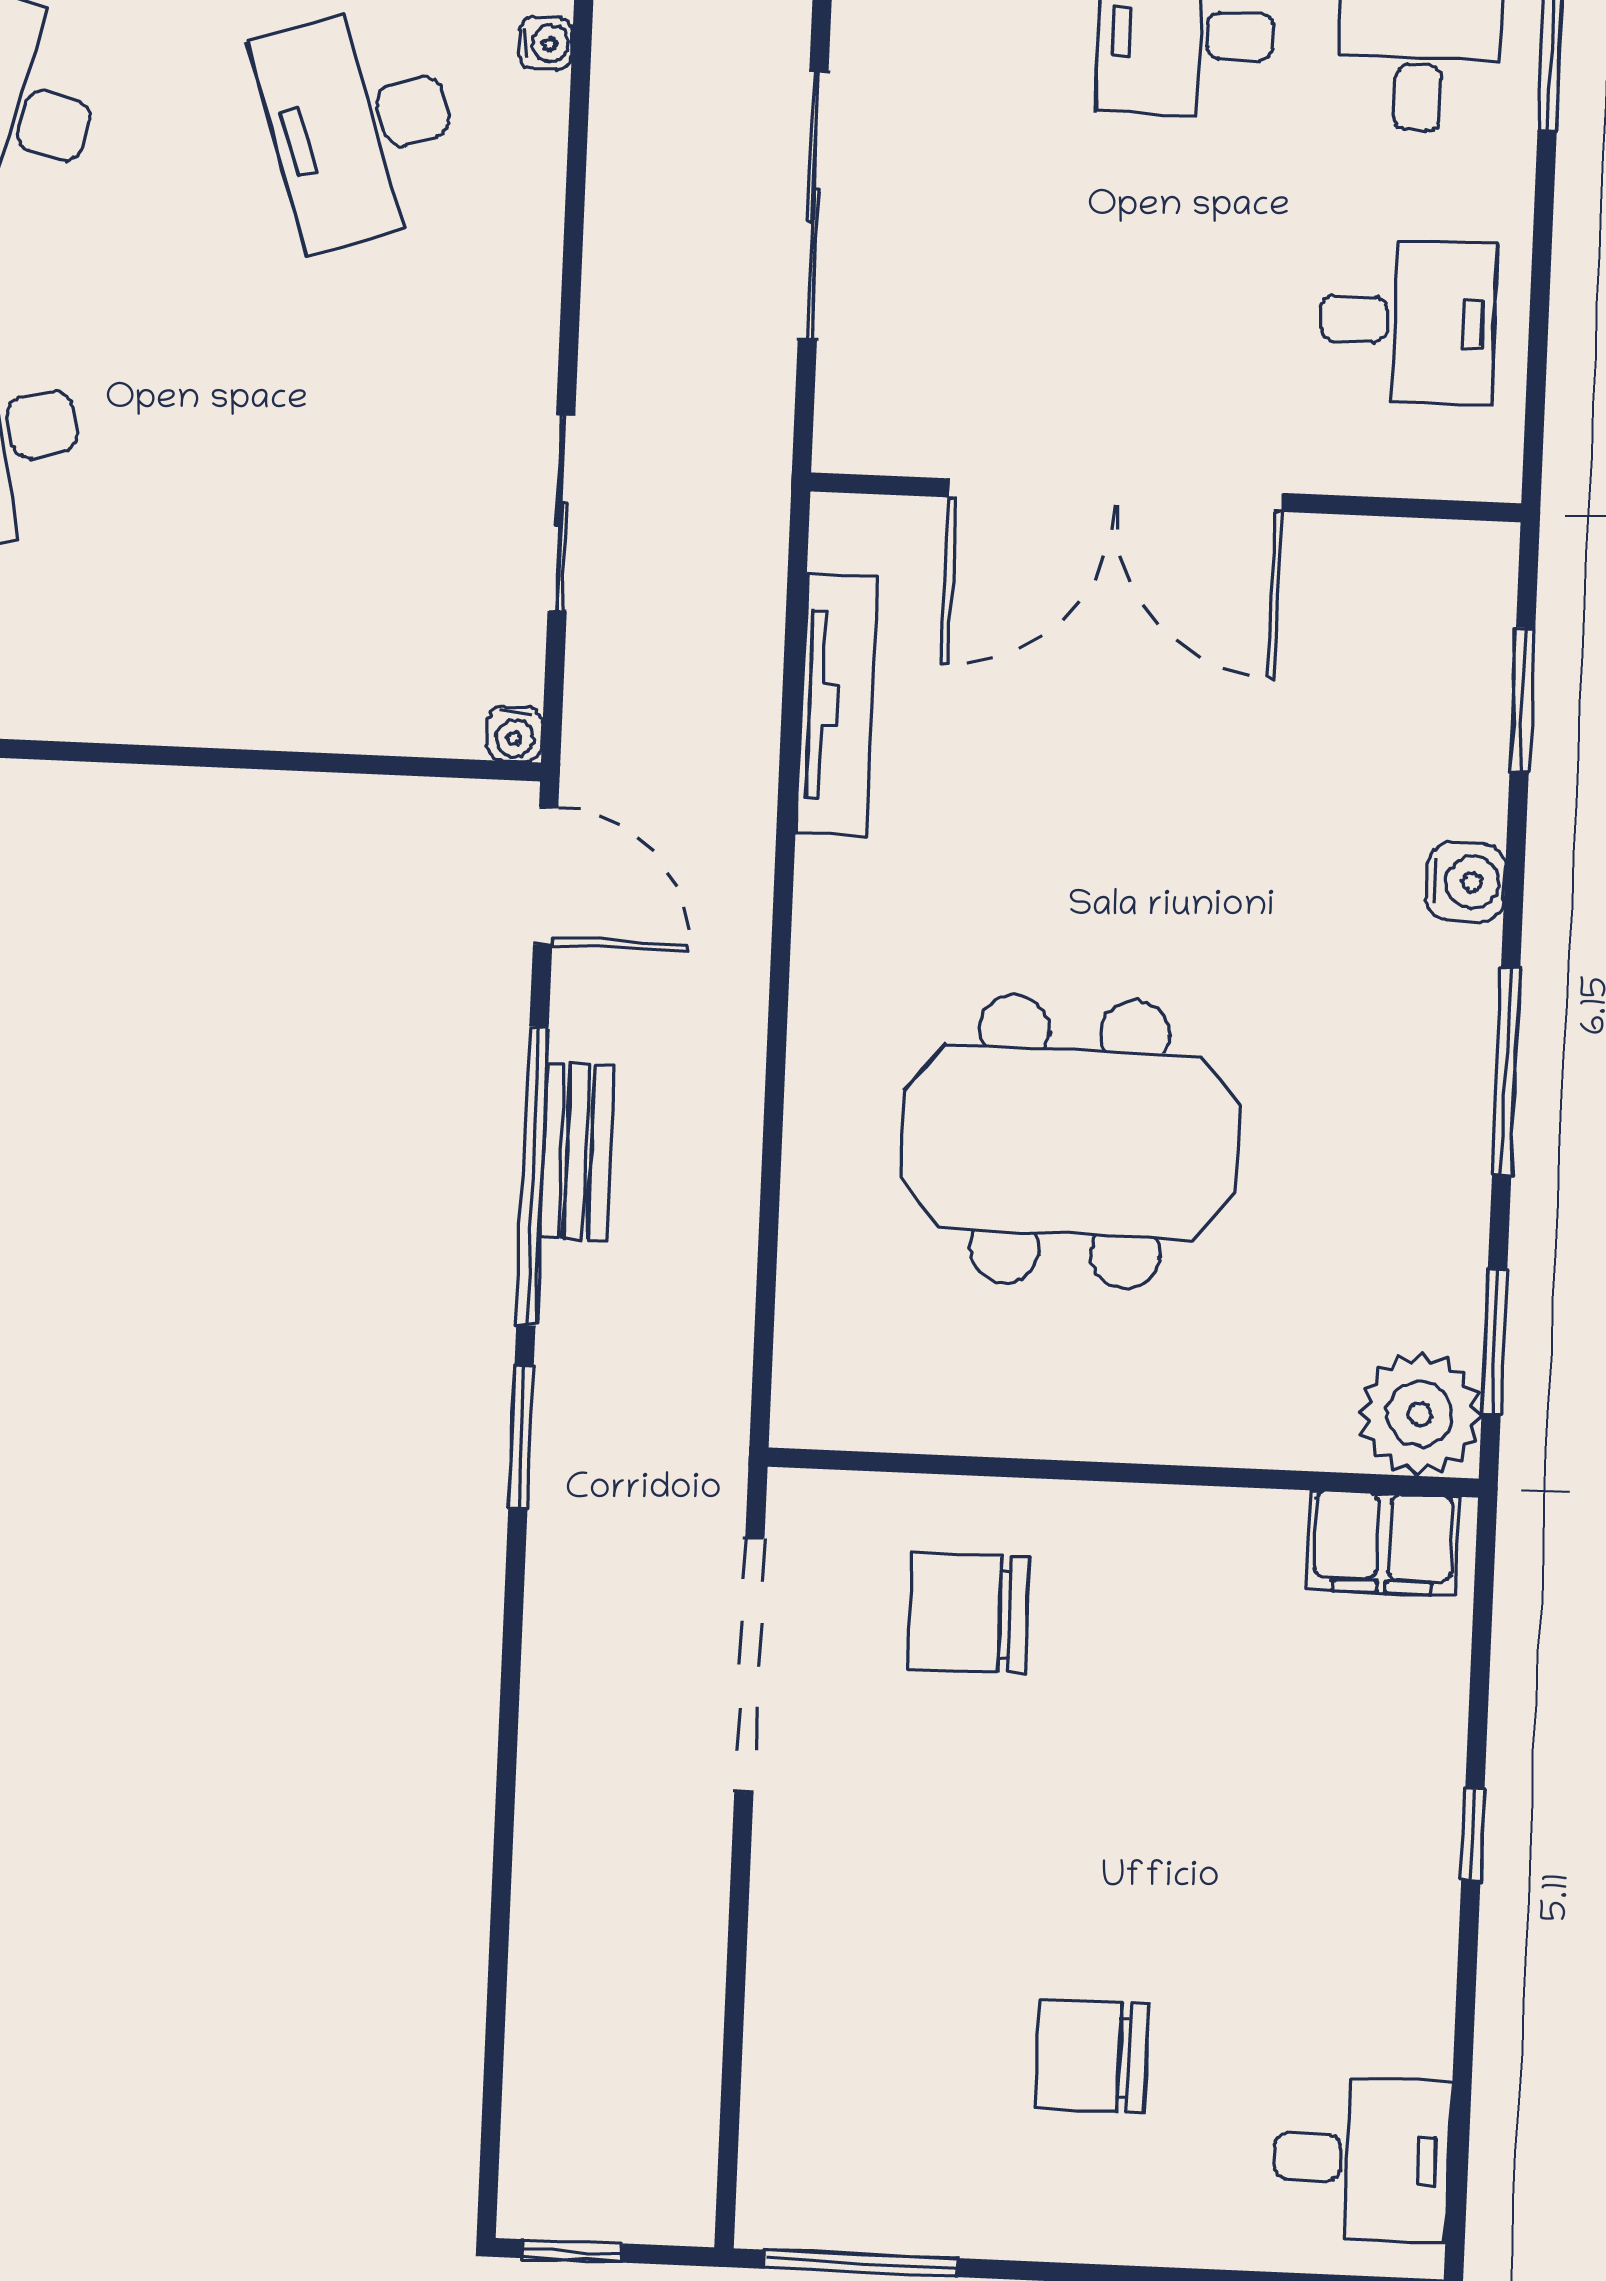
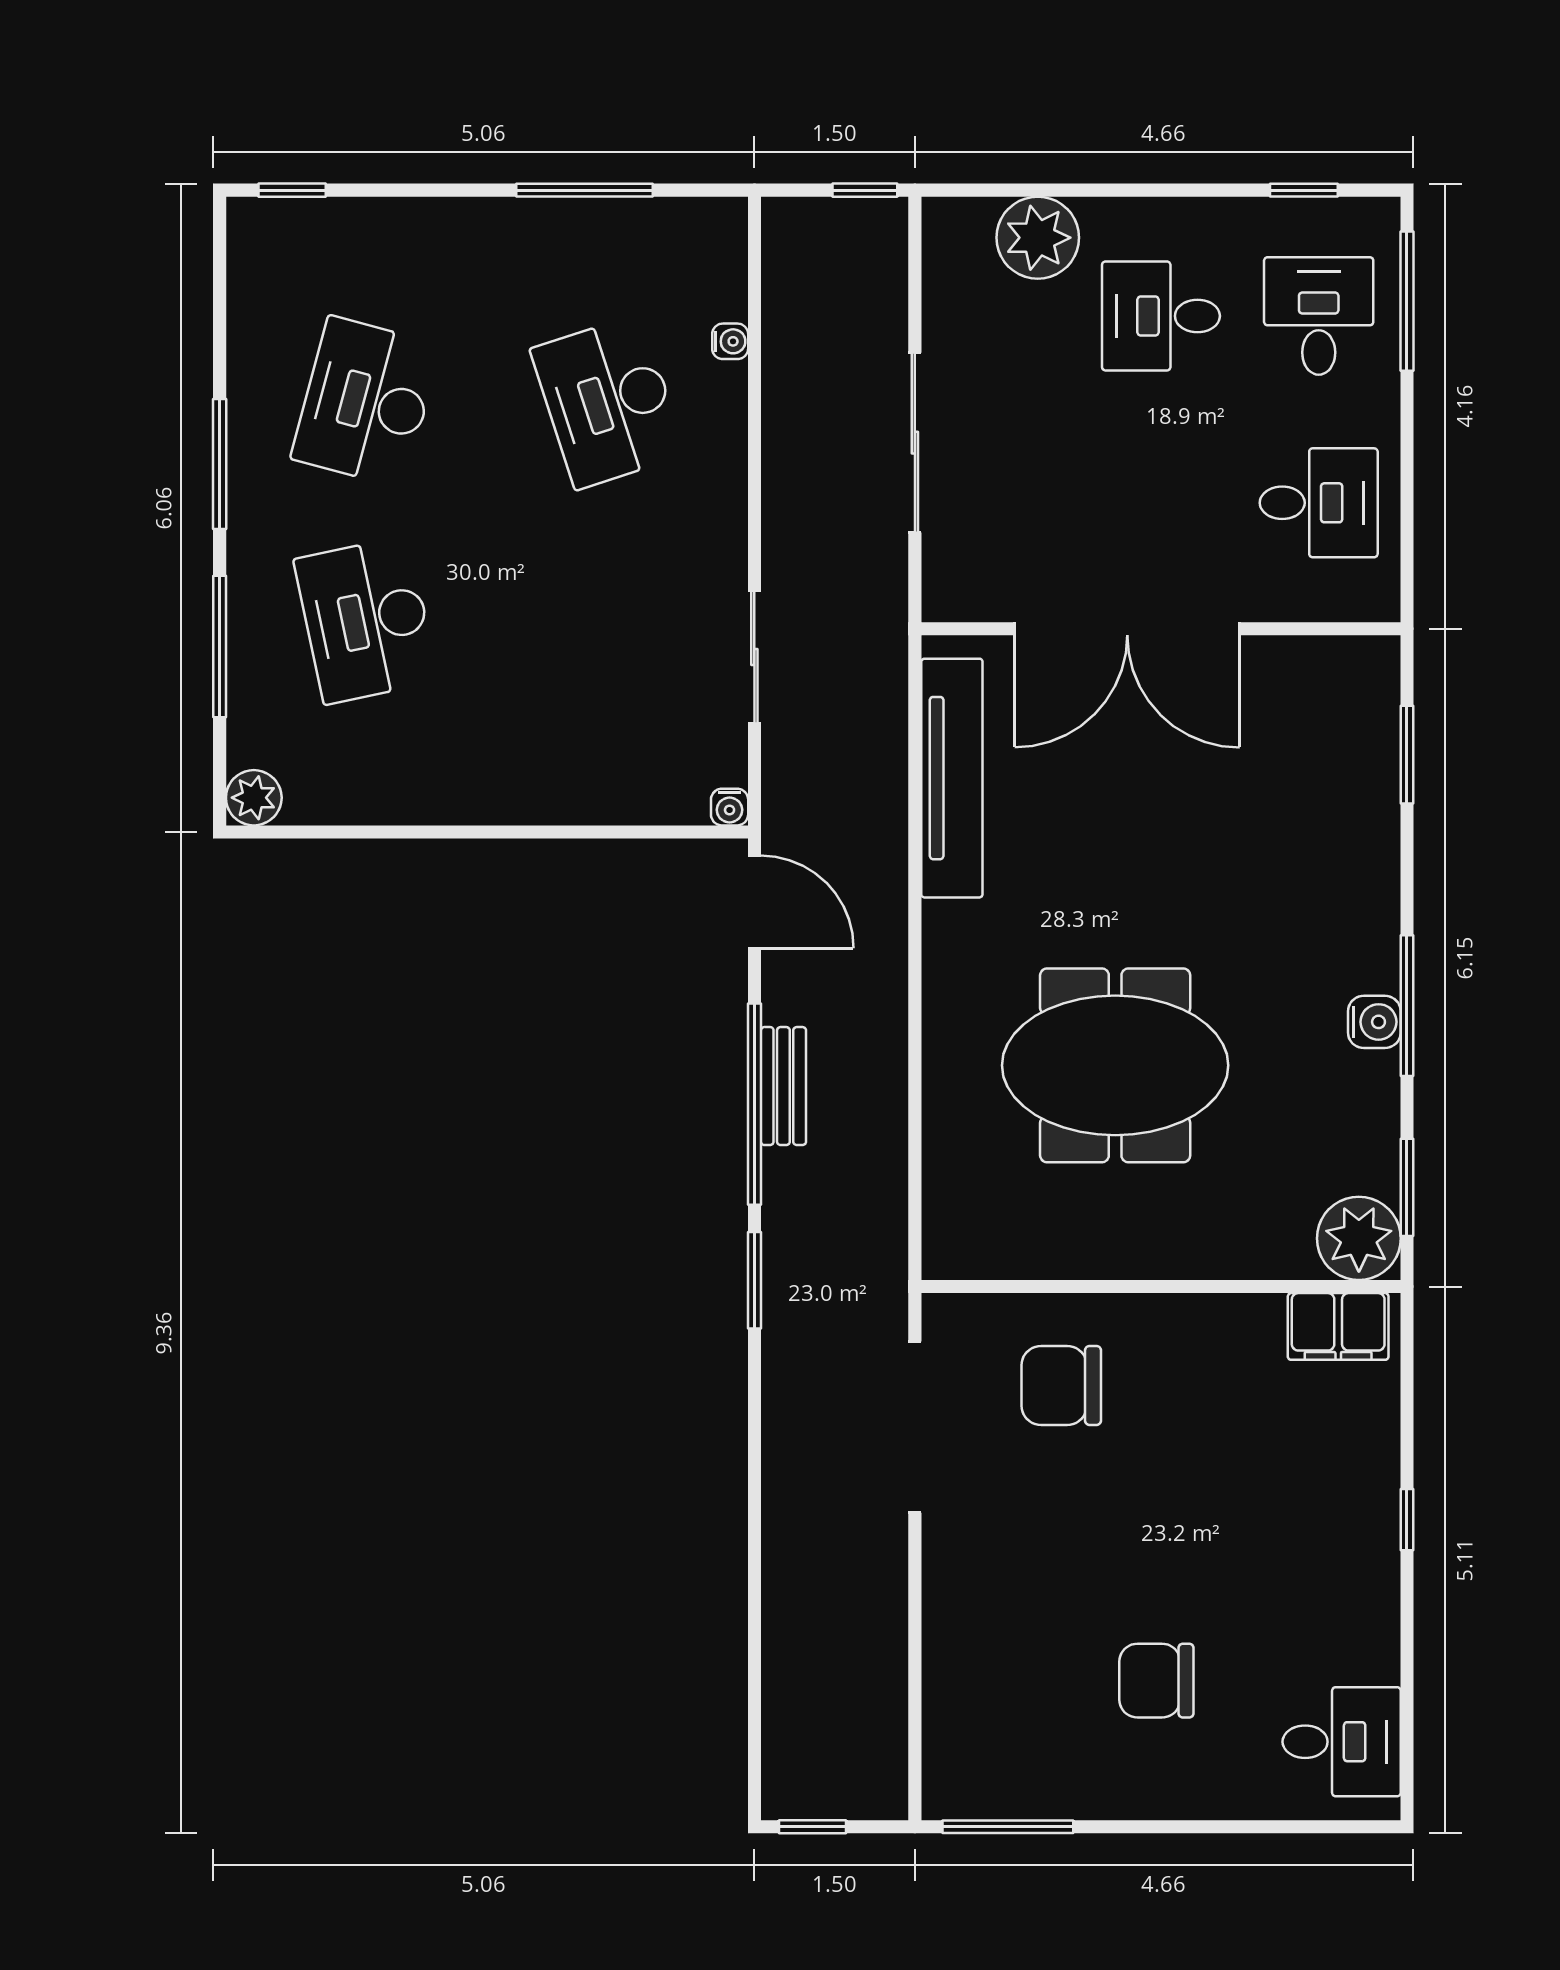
tv unit: (836, 705) -> (952, 778), width x1.36, depth x1.29
water cooler: (1466, 882) -> (1374, 1022), moved

